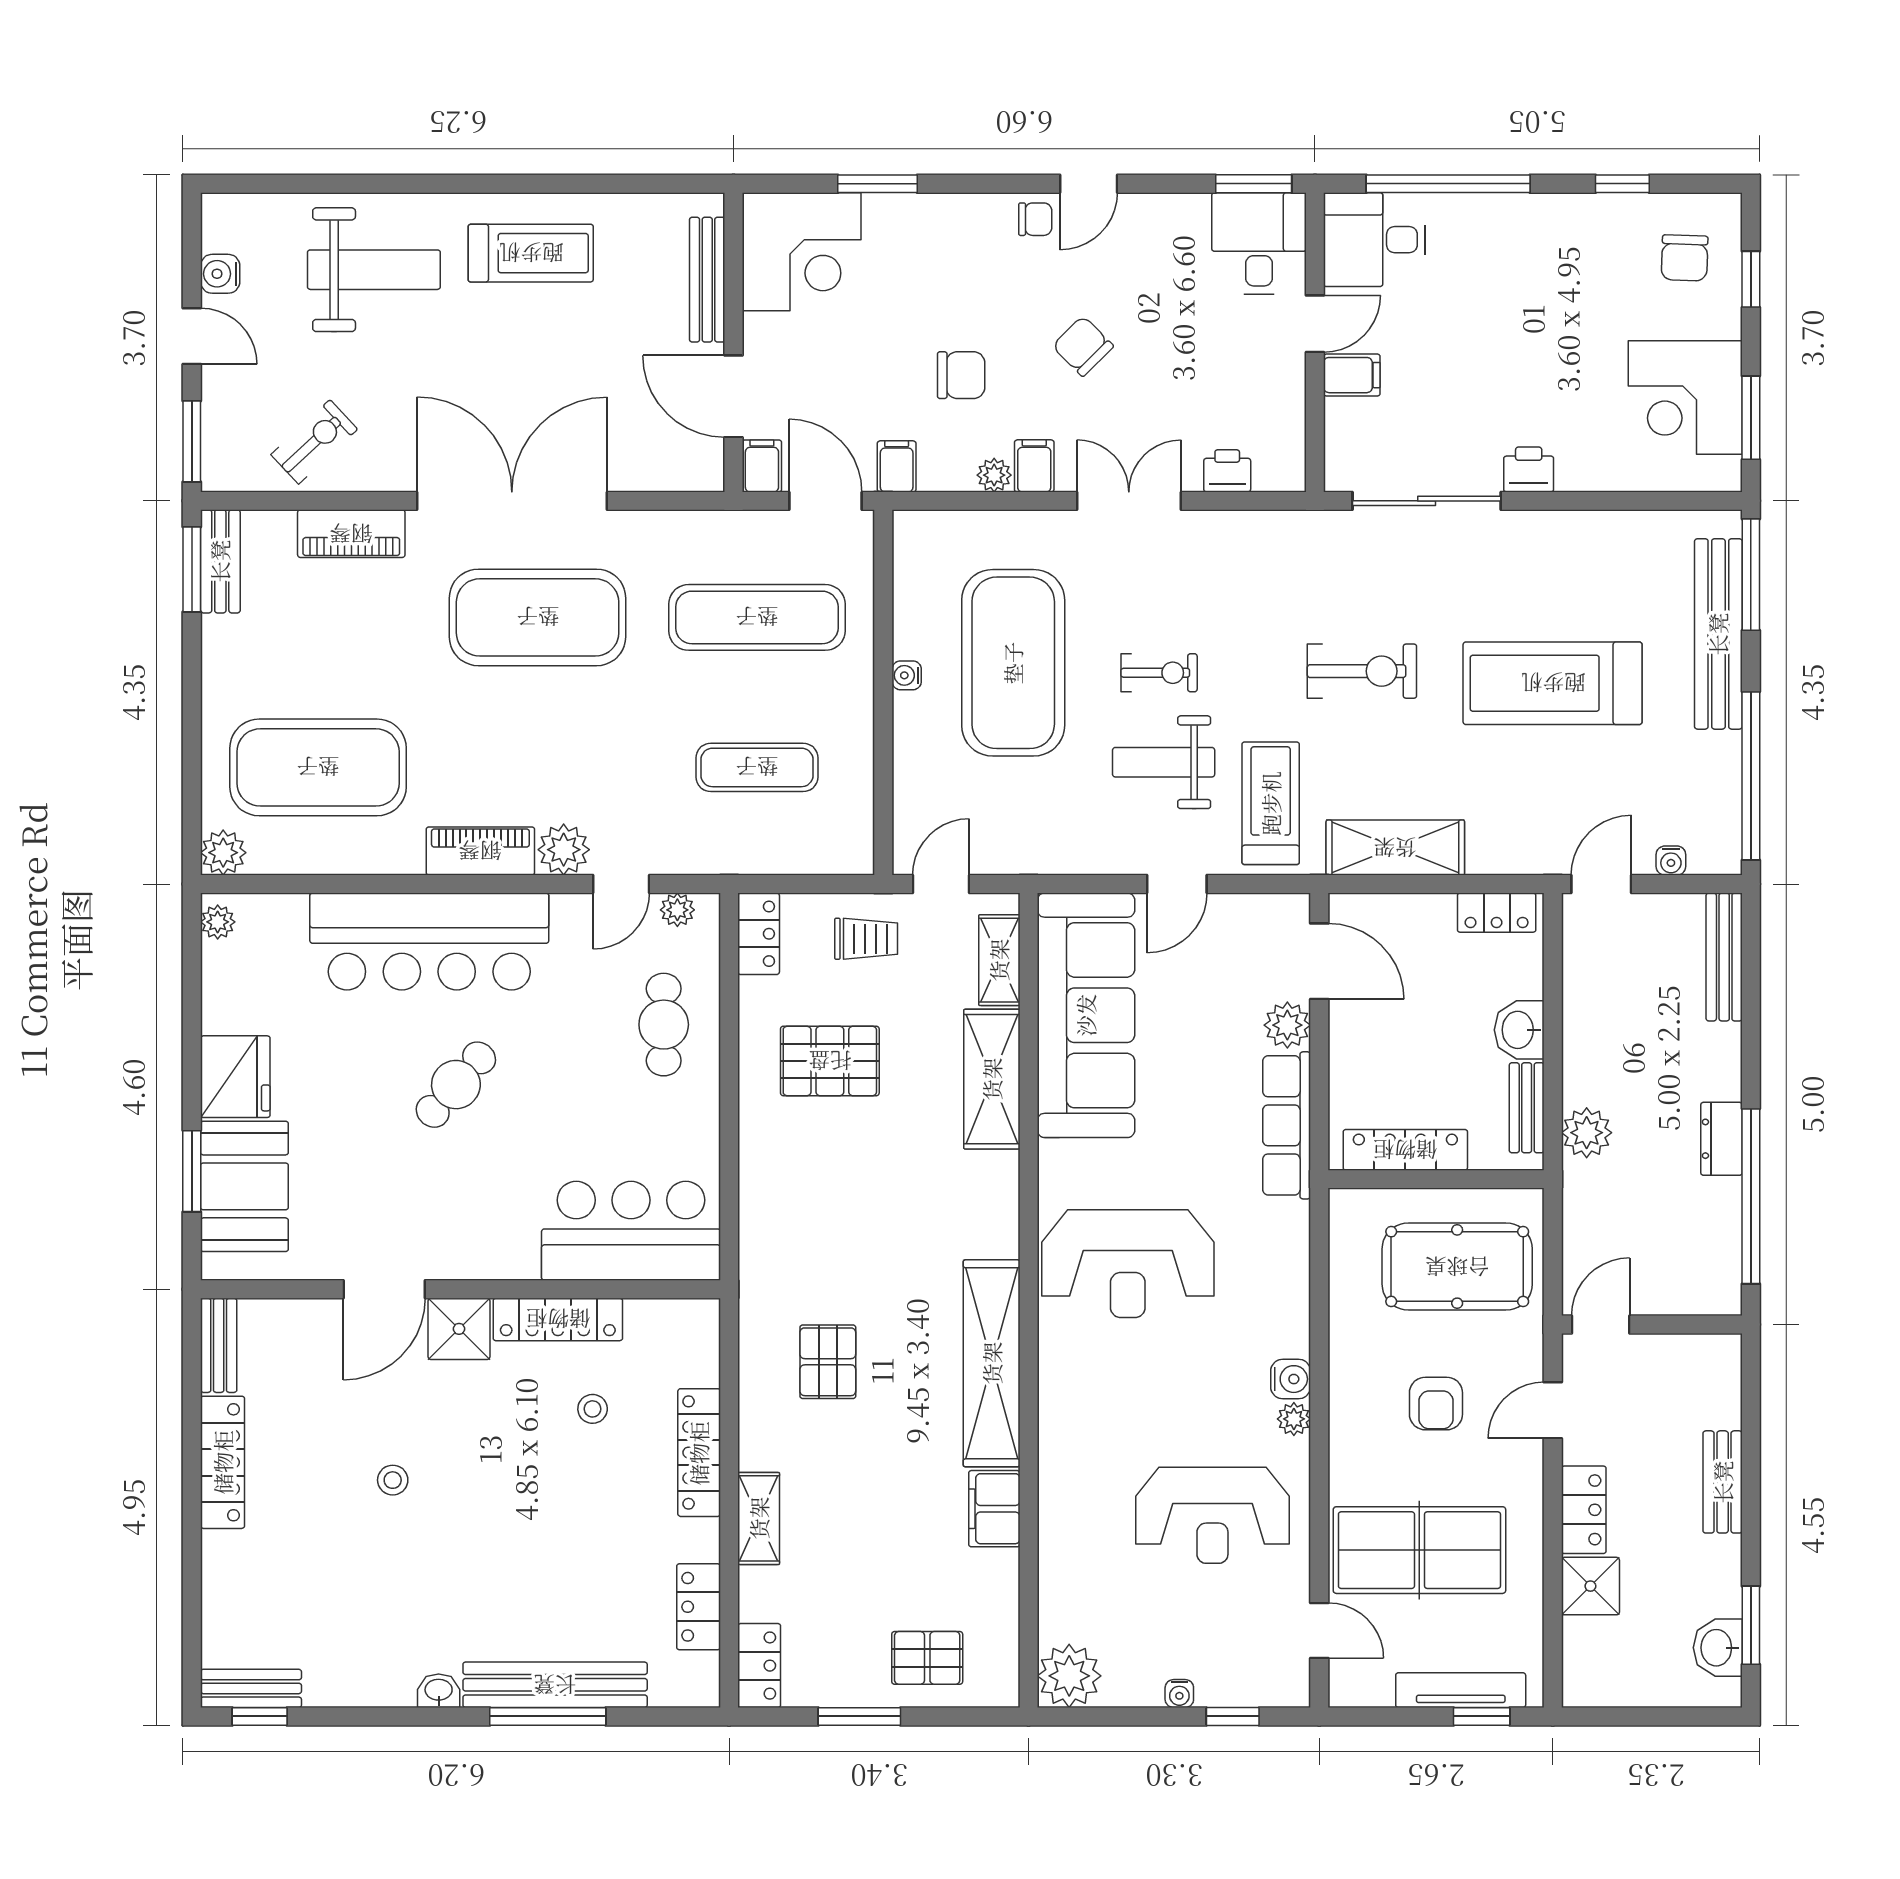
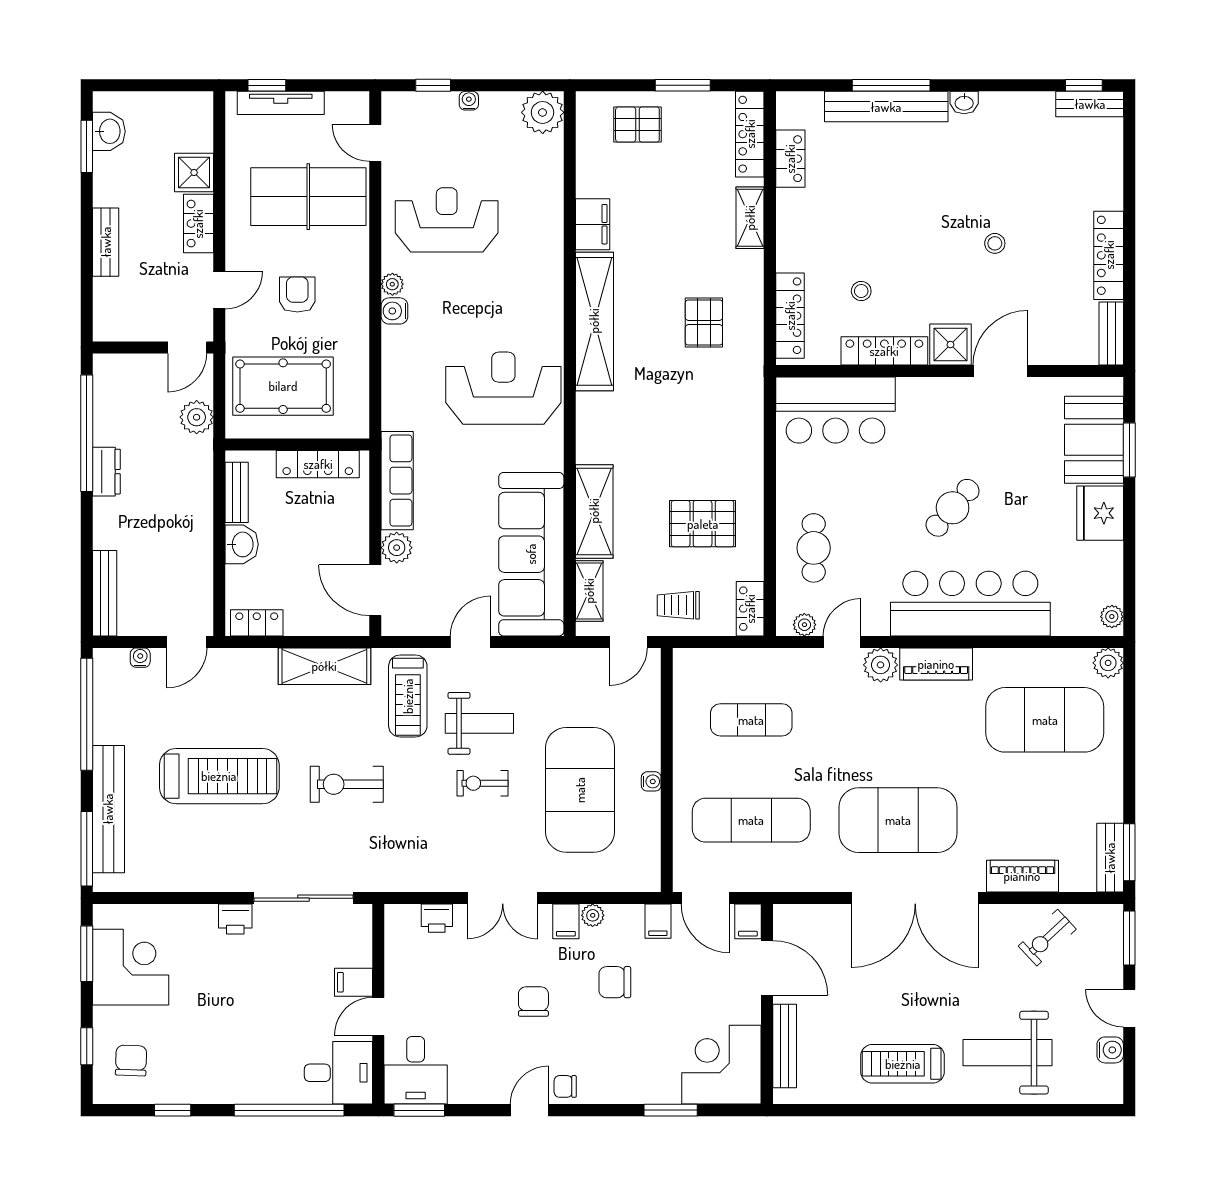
chair: (1083, 346) -> (533, 1002), turned -135
plant: (1587, 1133) -> (197, 417), moved
locker: (699, 1453) -> (790, 316), moved
locker: (759, 1666) -> (750, 134), width x1.53

